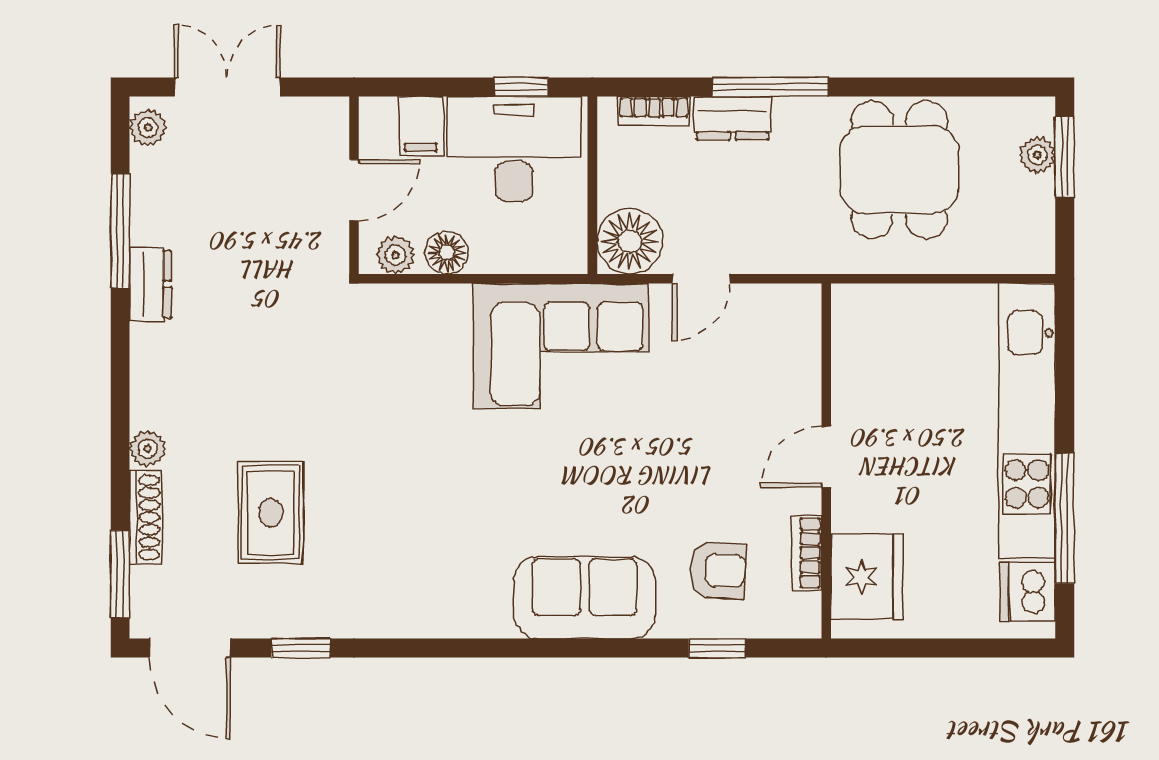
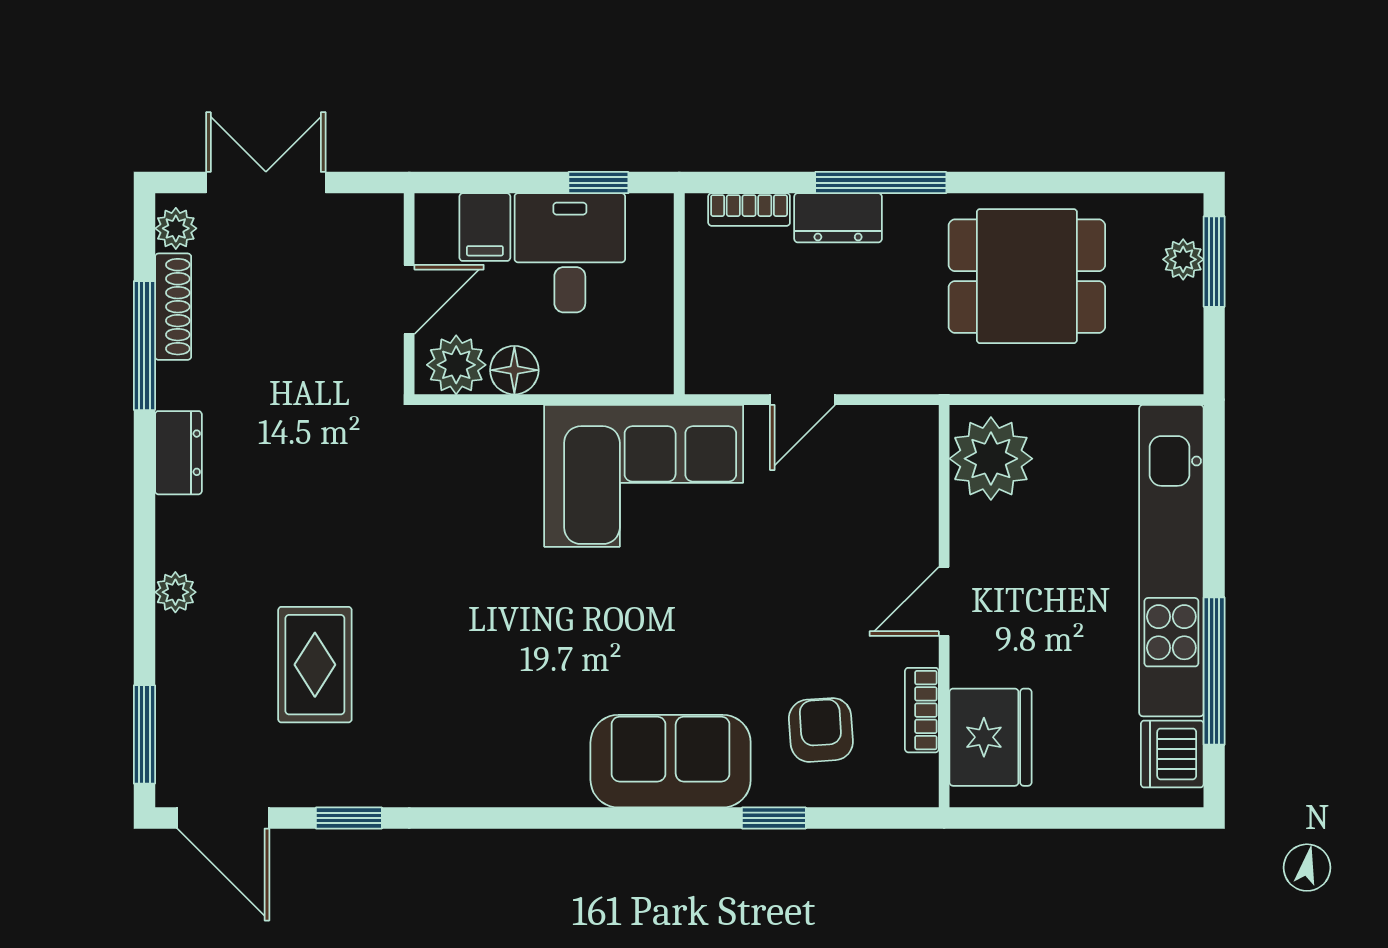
desk: (514, 149) -> (570, 253), width x0.73
dining table: (899, 170) -> (1027, 276), turned 90
floor lamp: (630, 241) -> (722, 357), removed
plant: (395, 255) -> (456, 365), width x1.38, depth x1.38
dresser: (150, 284) -> (178, 453), moved
plant: (868, 331) -> (991, 459), added
shoe rack: (145, 517) -> (173, 307), moved
armchair: (717, 570) -> (821, 730), turned -96
window: (717, 648) -> (774, 818), moved

